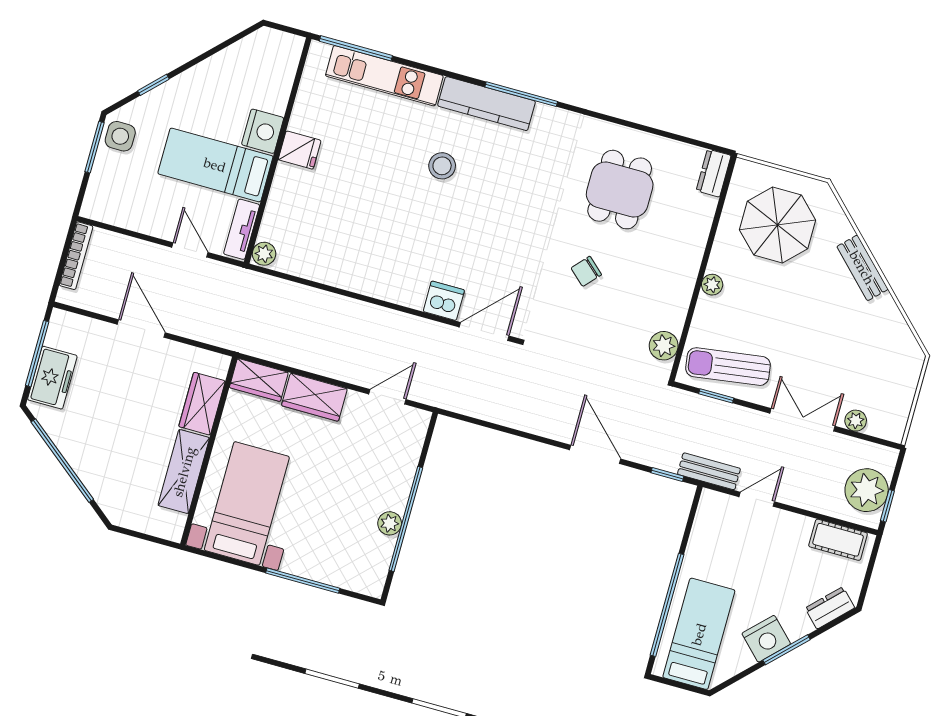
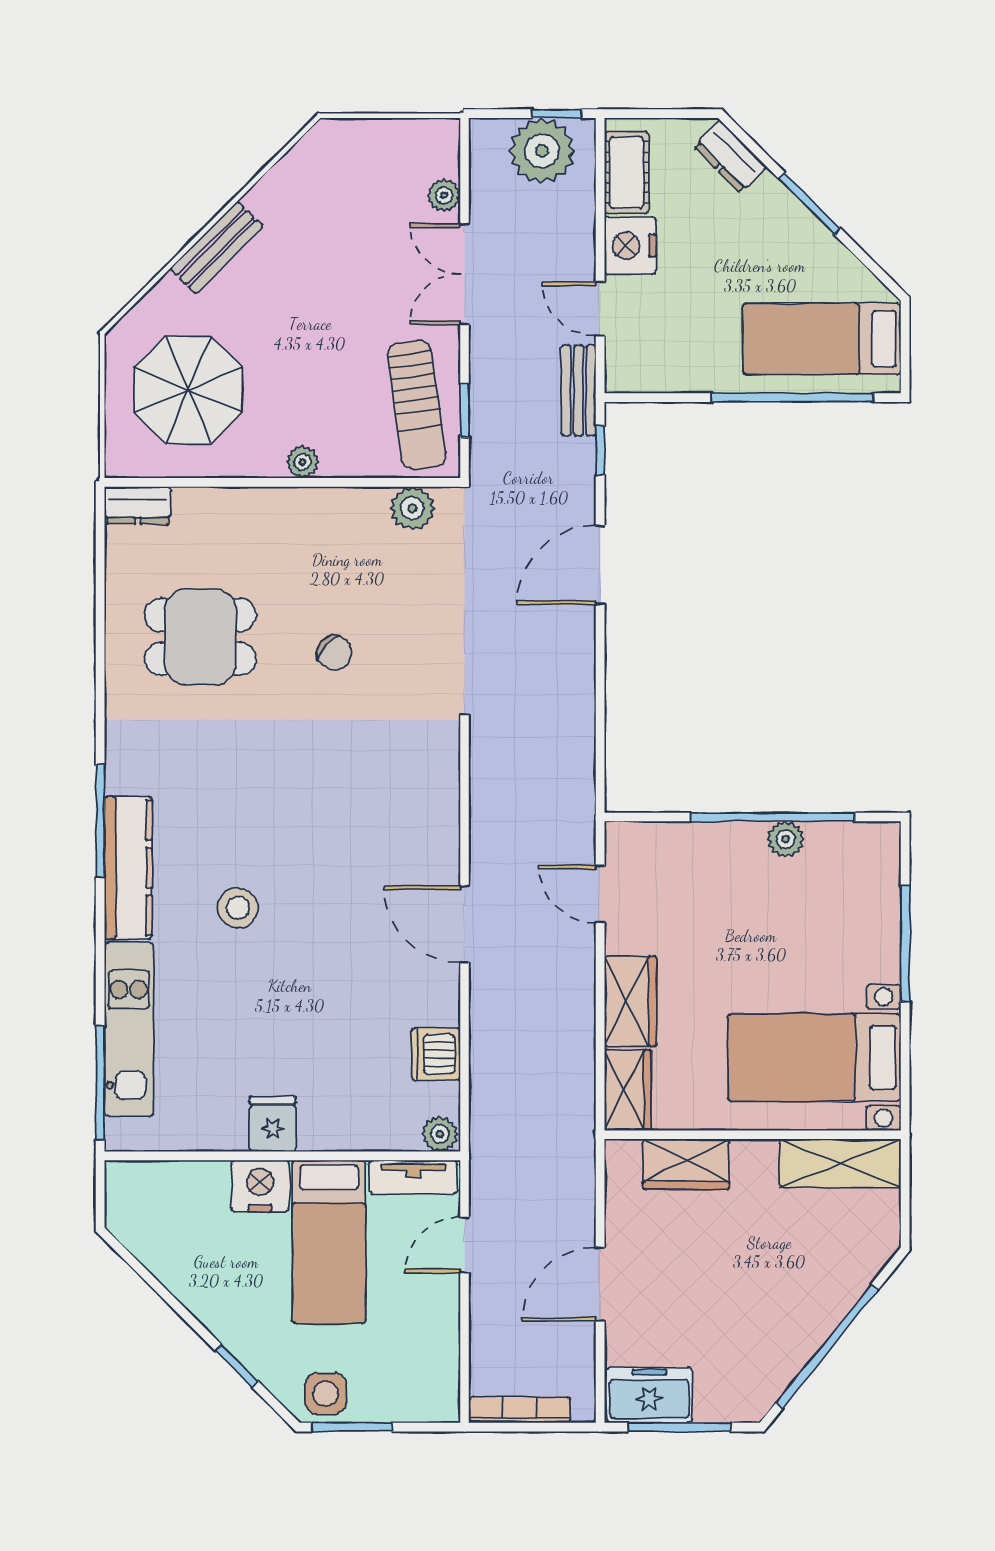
dishwasher: (444, 301) -> (436, 1054), moved
door: (484, 331) -> (465, 924), moved
freezer: (52, 378) -> (649, 1395), moved
shelving: (184, 472) -> (840, 1163), moved
nightstand: (766, 639) -> (630, 246), moved, turned -135

